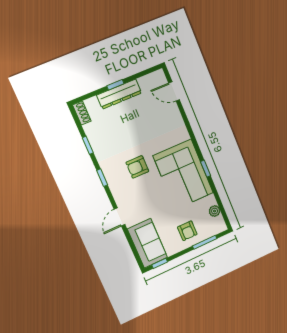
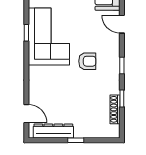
dresser: (119, 94) -> (53, 131), moved
shoe rack: (82, 113) -> (115, 109), moved, width x1.43
door: (119, 217) -> (122, 24), swing flipped

